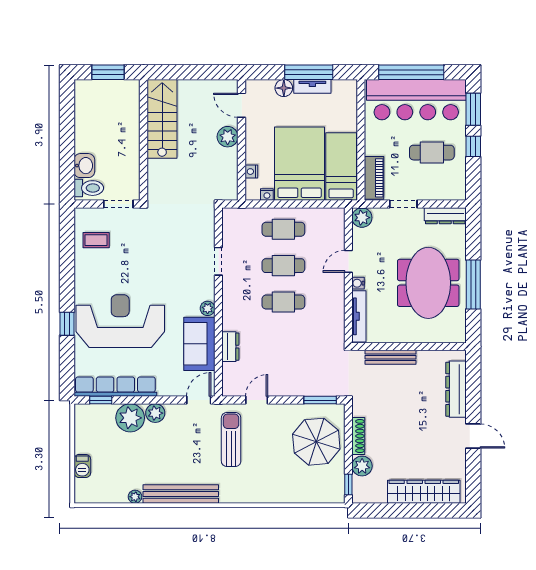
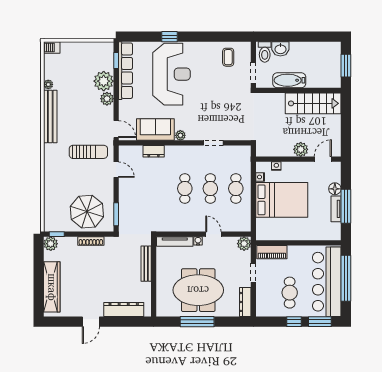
bathtub: (129, 153) -> (289, 80), added
bed: (341, 167) -> (280, 229), removed
barbecue: (82, 466) -> (52, 48), moved
plant: (362, 466) -> (51, 244), moved

